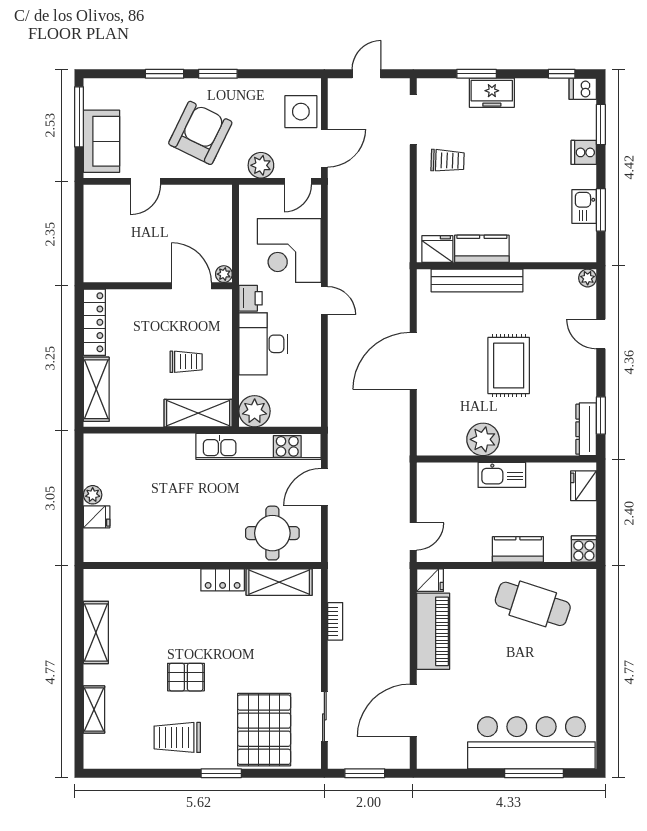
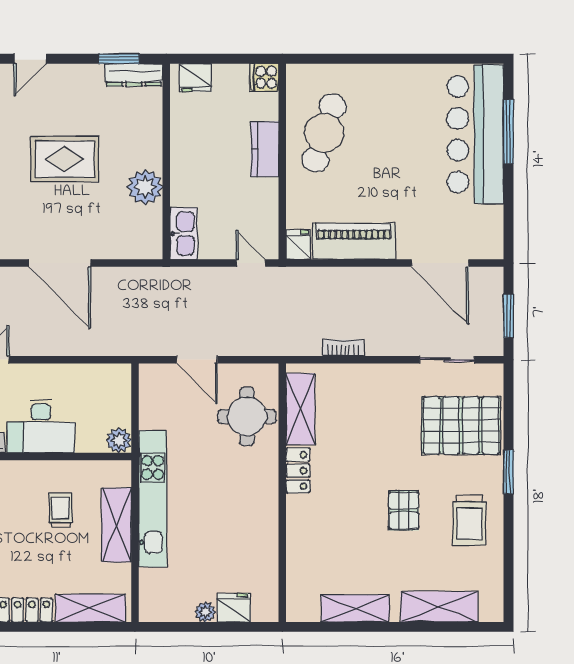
plant: (255, 411) -> (119, 440), width x0.73, depth x0.73
shelving: (198, 413) -> (116, 525), moved
kitchen unit: (258, 446) -> (153, 499), moved
kitchen sink: (502, 475) -> (184, 234), moved
fridge: (97, 517) -> (234, 608), width x1.38
shelving: (94, 710) -> (439, 607), width x1.50, depth x1.33

